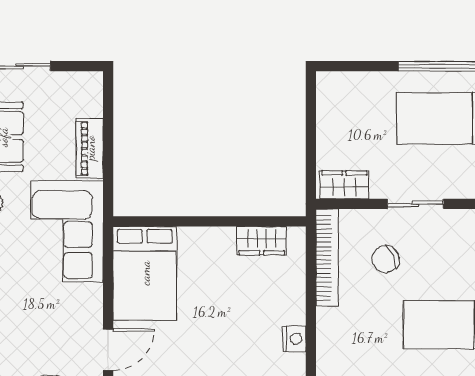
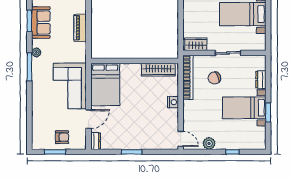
corner sofa: (67, 231) -> (70, 86), moved
wardrobe: (262, 241) -> (158, 70), width x1.50
nightstand: (294, 339) -> (173, 102), moved

